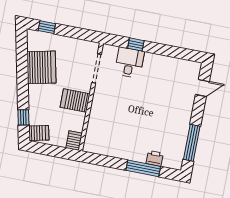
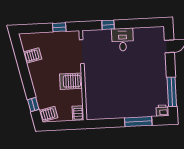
window: (47, 27) -> (59, 27), moved
desk: (129, 63) -> (123, 40), moved
server rack: (41, 67) -> (33, 55), width x0.46, depth x0.70
printer: (155, 158) -> (162, 111), moved

